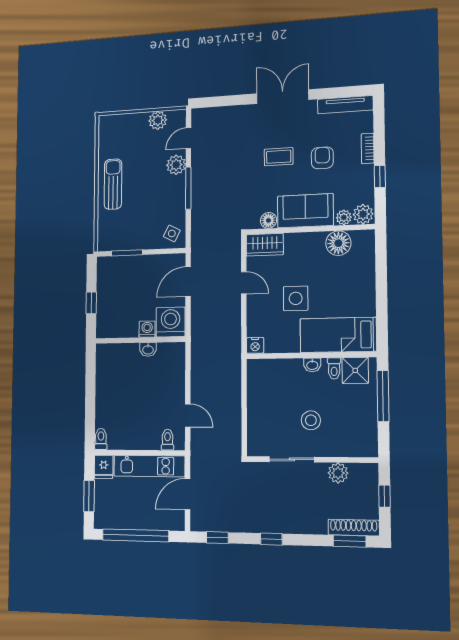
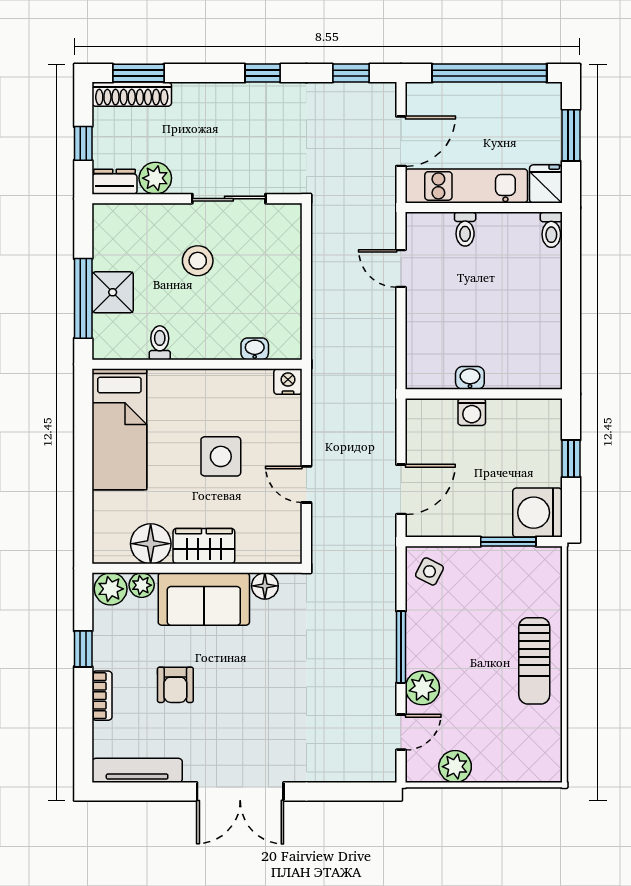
coffee table: (279, 157) -> (247, 691), removed
wardrobe: (265, 245) -> (204, 546), moved
washing machine: (171, 322) -> (538, 513), moved, turned 90
bed: (338, 335) -> (119, 429), moved, turned 90
washbasin: (312, 365) -> (255, 349), moved
shower: (355, 370) -> (113, 292), moved
toilet: (168, 440) -> (465, 229), moved
dresser: (364, 471) -> (114, 182), added

